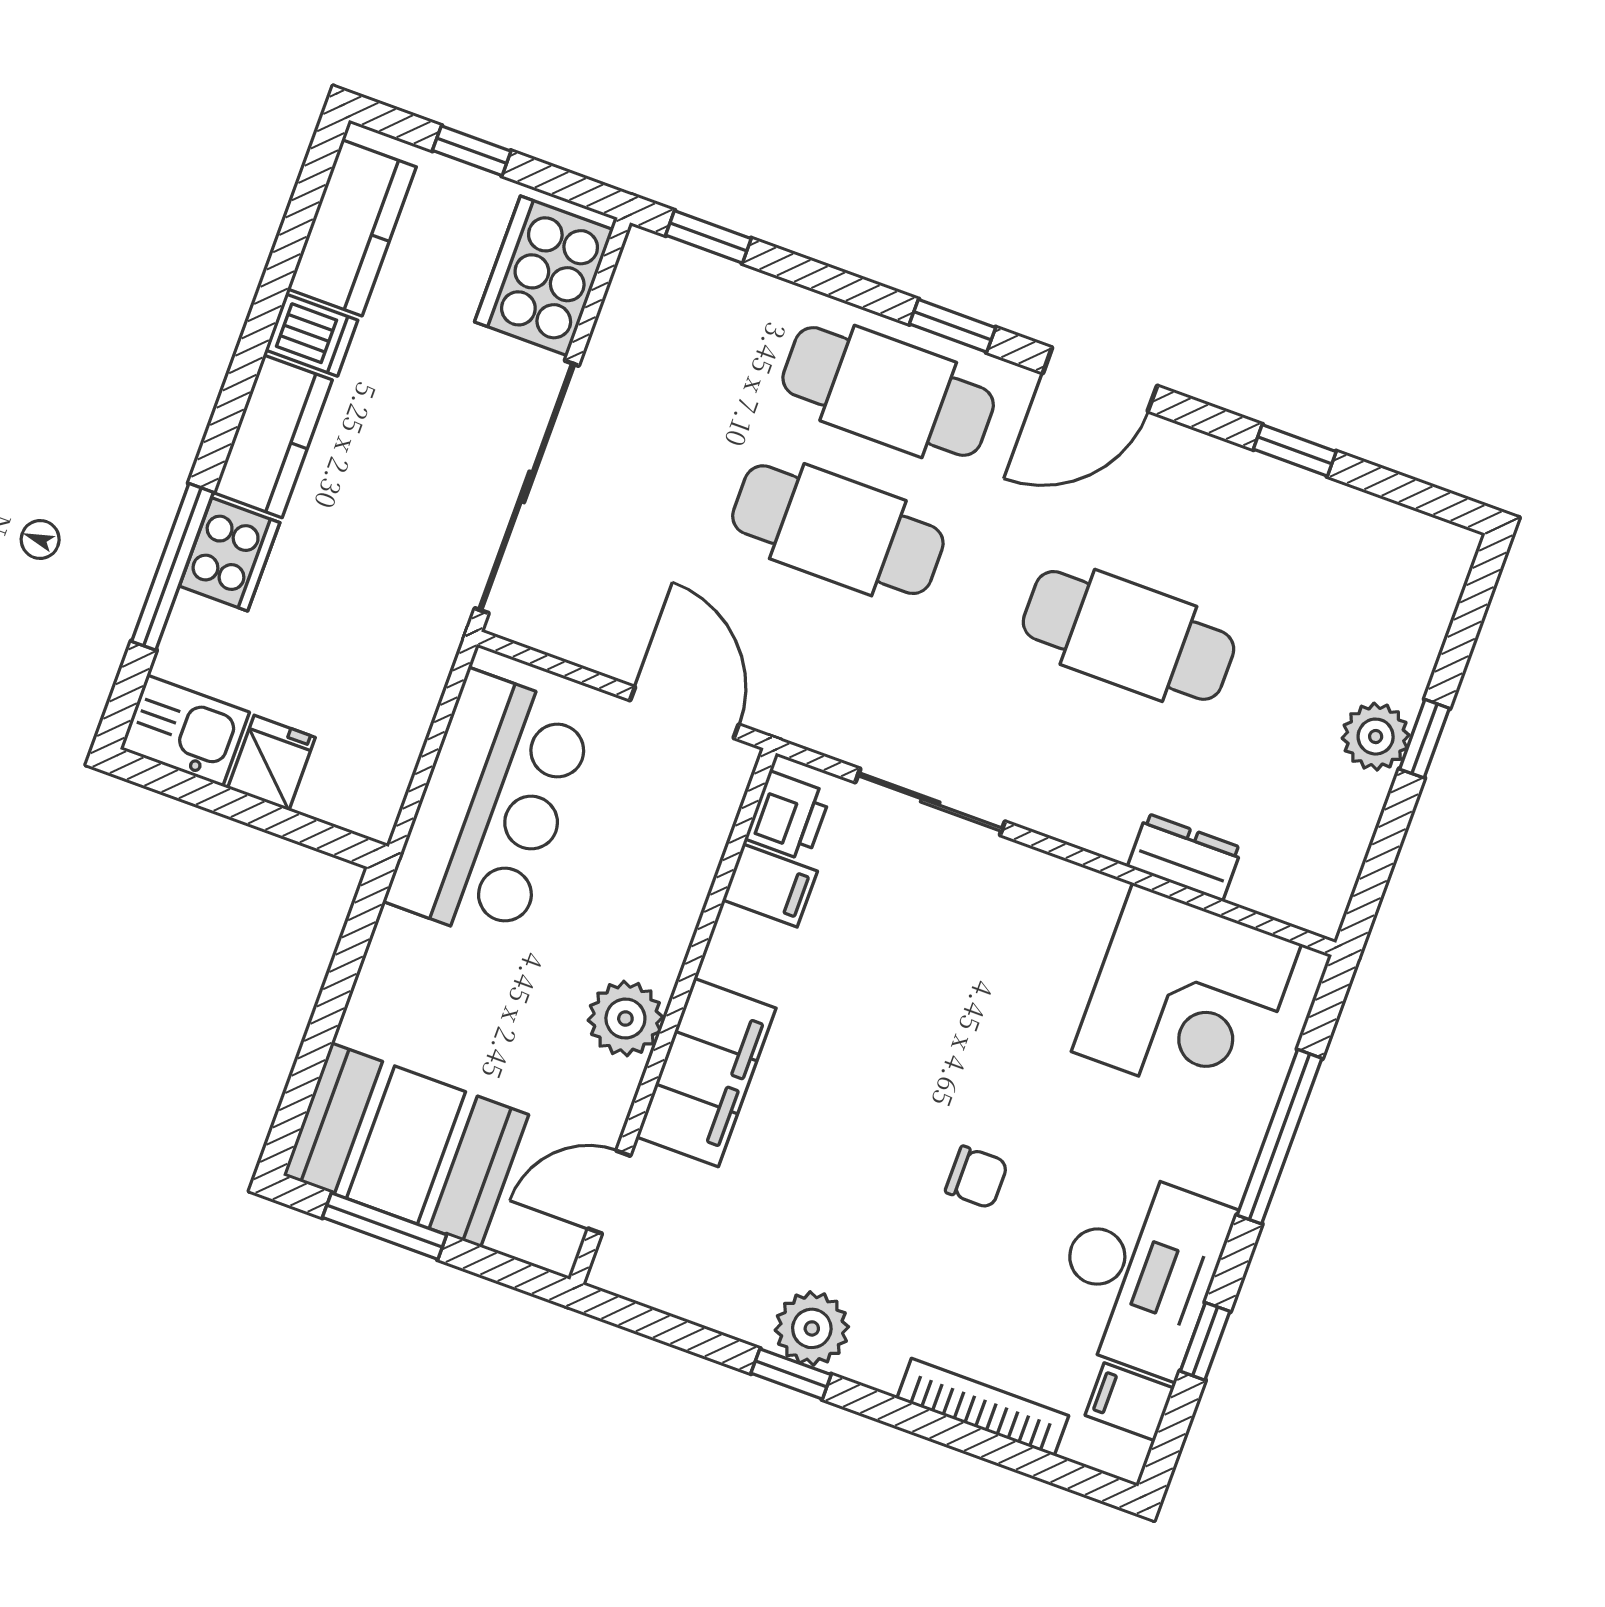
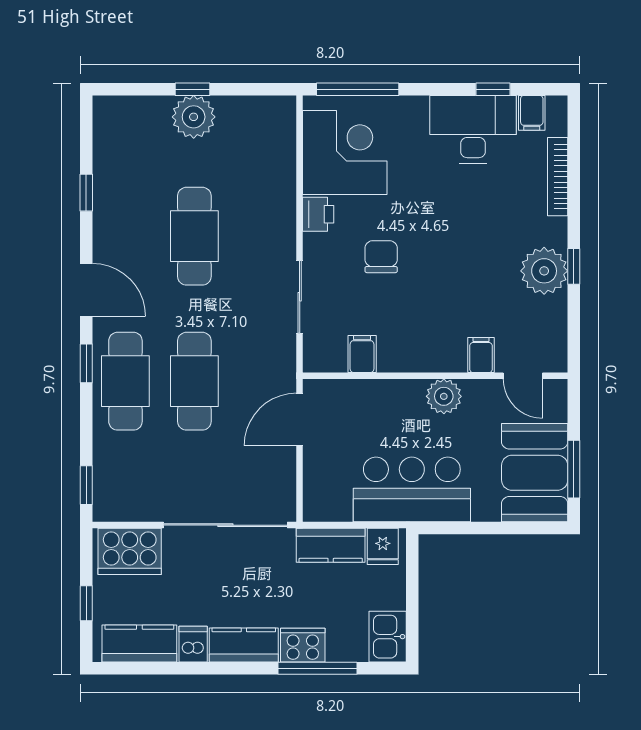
kitchen counter: (410, 683) -> (331, 545), added
plant: (1376, 737) -> (194, 117), width x1.36, depth x1.36
fridge: (271, 763) -> (383, 546), moved, turned -90
bar counter: (491, 808) -> (412, 489), moved
printer: (788, 816) -> (318, 214), moved, turned 90
dresser: (1185, 857) -> (283, 176), removed
filing cabinet: (706, 1072) -> (481, 355), width x0.33, depth x0.86
window: (1280, 1137) -> (358, 89), moved
chair: (977, 1177) -> (381, 257), moved, width x1.37, depth x1.37
plant: (812, 1328) -> (544, 271), width x1.36, depth x1.36

